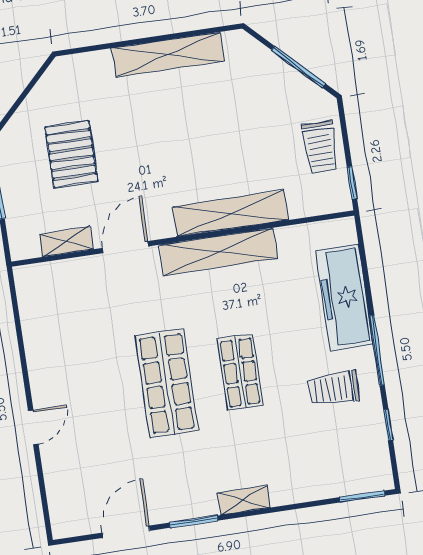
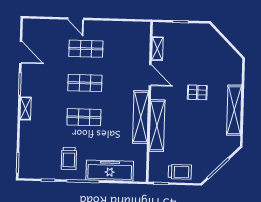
trolley: (320, 147) -> (180, 172), turned 180
pallet: (71, 154) -> (197, 92), moved, width x0.67, depth x0.71
shop shelf: (167, 383) -> (85, 83), width x0.70, depth x0.74
trolley: (334, 389) -> (69, 158), turned 180
shop shelf: (93, 394) -> (86, 49), added

